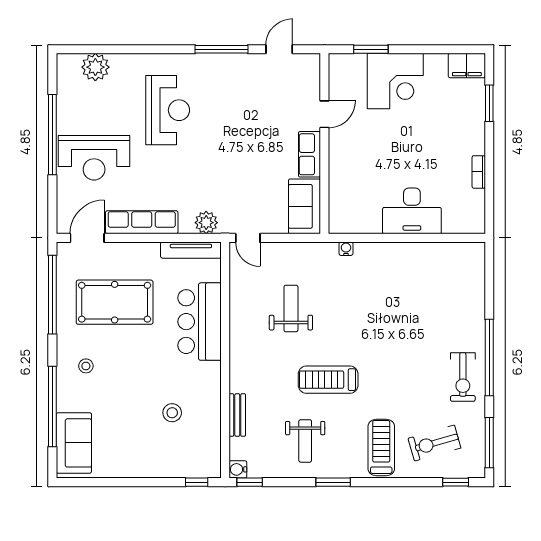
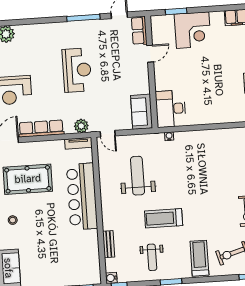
reception desk: (168, 110) -> (77, 70), moved
row of seats: (309, 154) -> (139, 31), moved
desk: (412, 211) -> (171, 109), moved, turned 90
tv unit: (191, 250) -> (78, 143), width x0.71
weight bench: (291, 308) -> (137, 176), width x1.36, depth x1.33
bar counter: (200, 322) -> (82, 196), width x1.36
stool: (172, 413) -> (68, 245), removed

